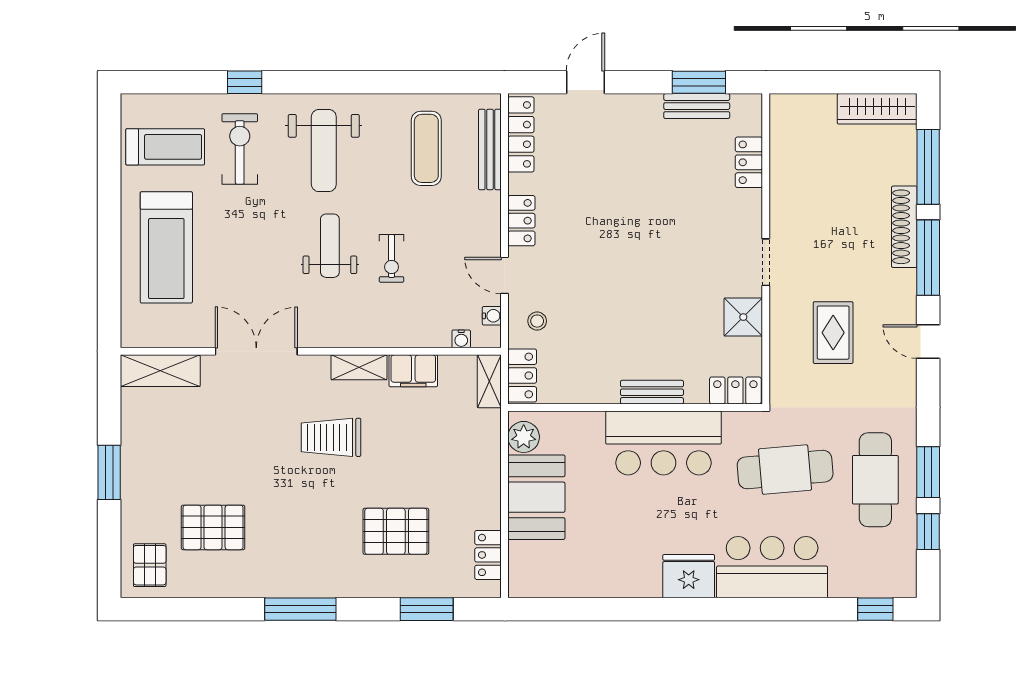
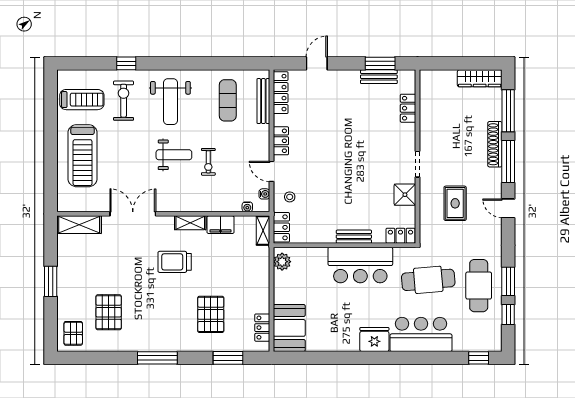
weight bench: (330, 246) -> (174, 155), turned 90
booth: (536, 497) -> (289, 328), moved
pallet: (213, 527) -> (109, 312), turned 90
pallet: (396, 531) -> (211, 314), turned 90

